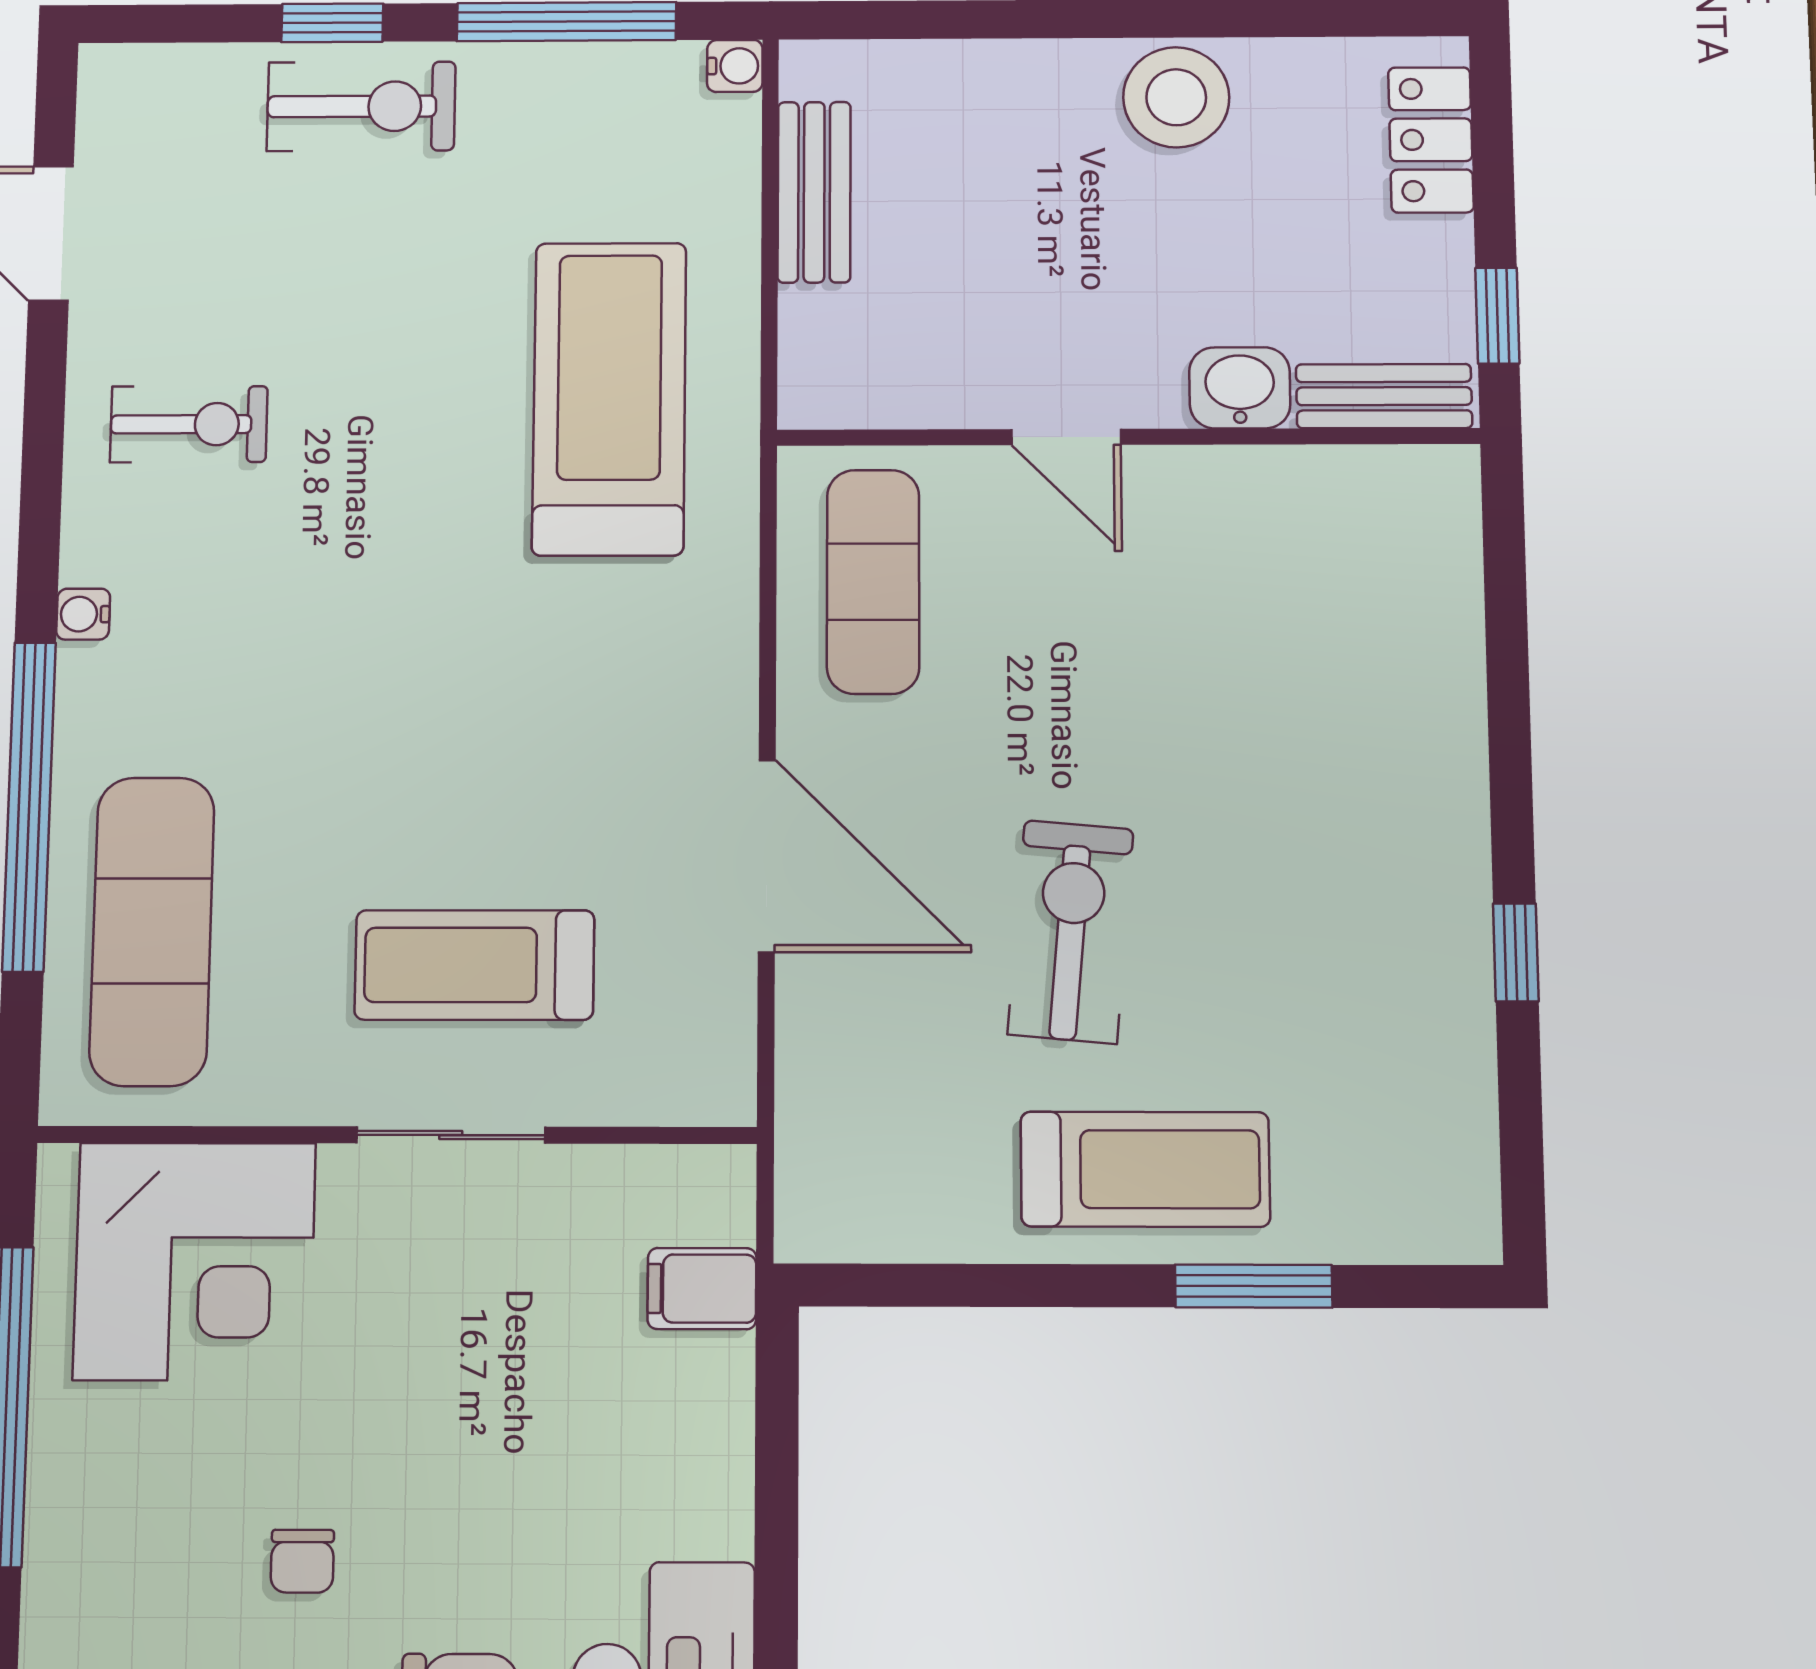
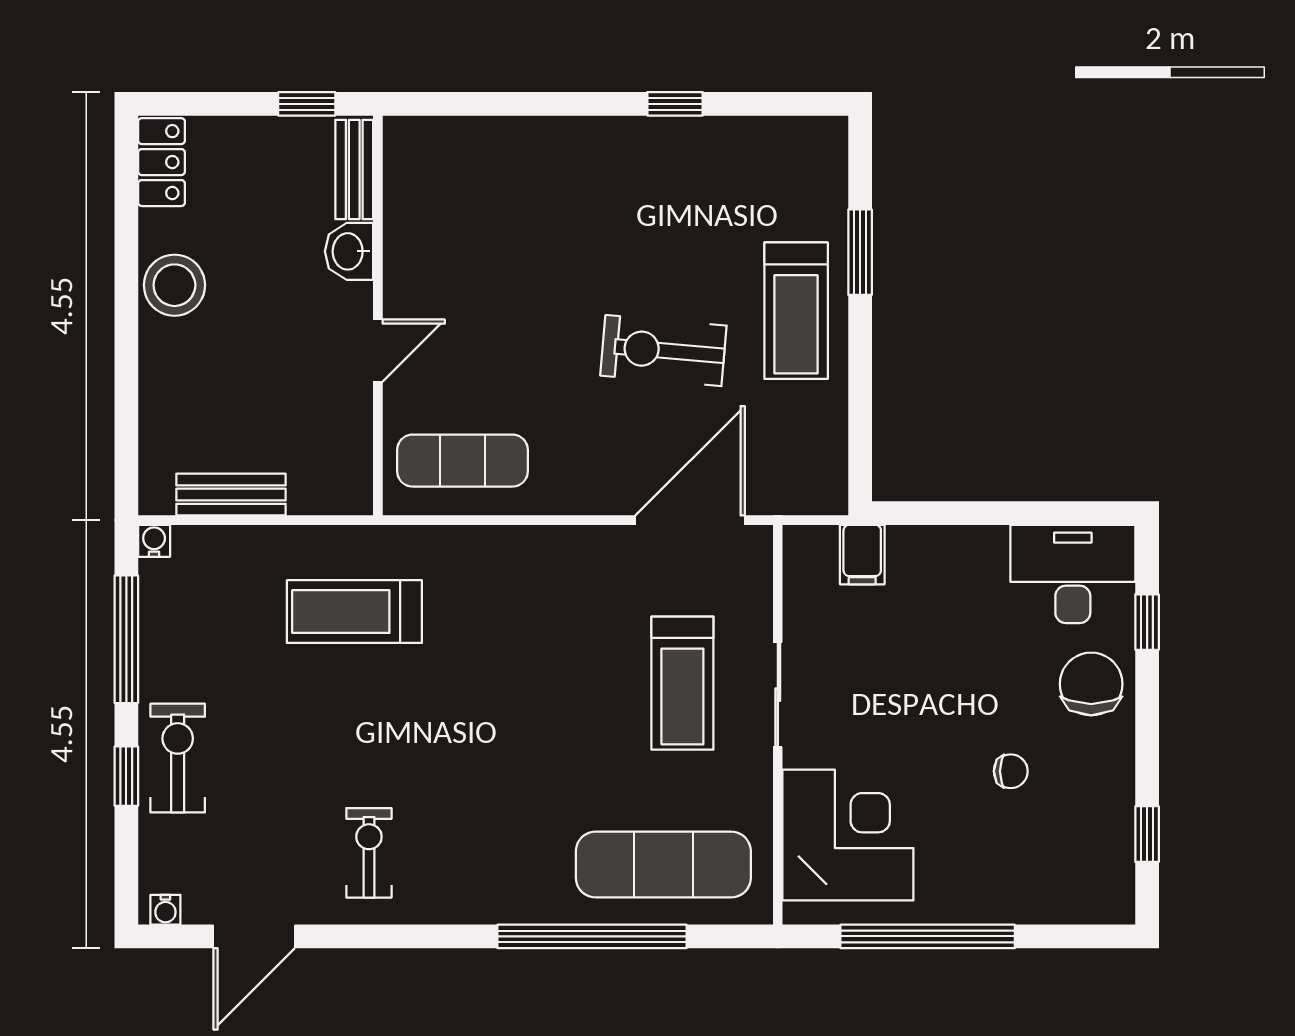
locker: (1431, 140) -> (161, 162), moved, turned -90
treadmill: (609, 398) -> (354, 612), width x0.73, depth x0.73
water cooler: (83, 614) -> (165, 910), moved
door: (767, 856) -> (690, 520), moved
treadmill: (1145, 1169) -> (796, 311), turned 180

